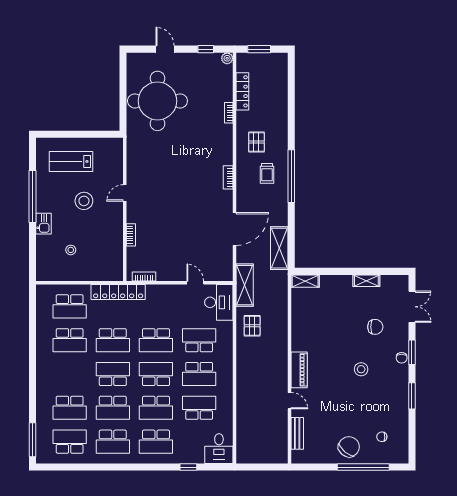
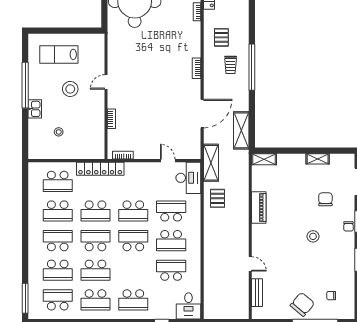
chair: (375, 327) -> (325, 199), turned -90
piano: (299, 370) -> (259, 208), moved
school desk: (156, 408) -> (58, 241), moved, turned 180

